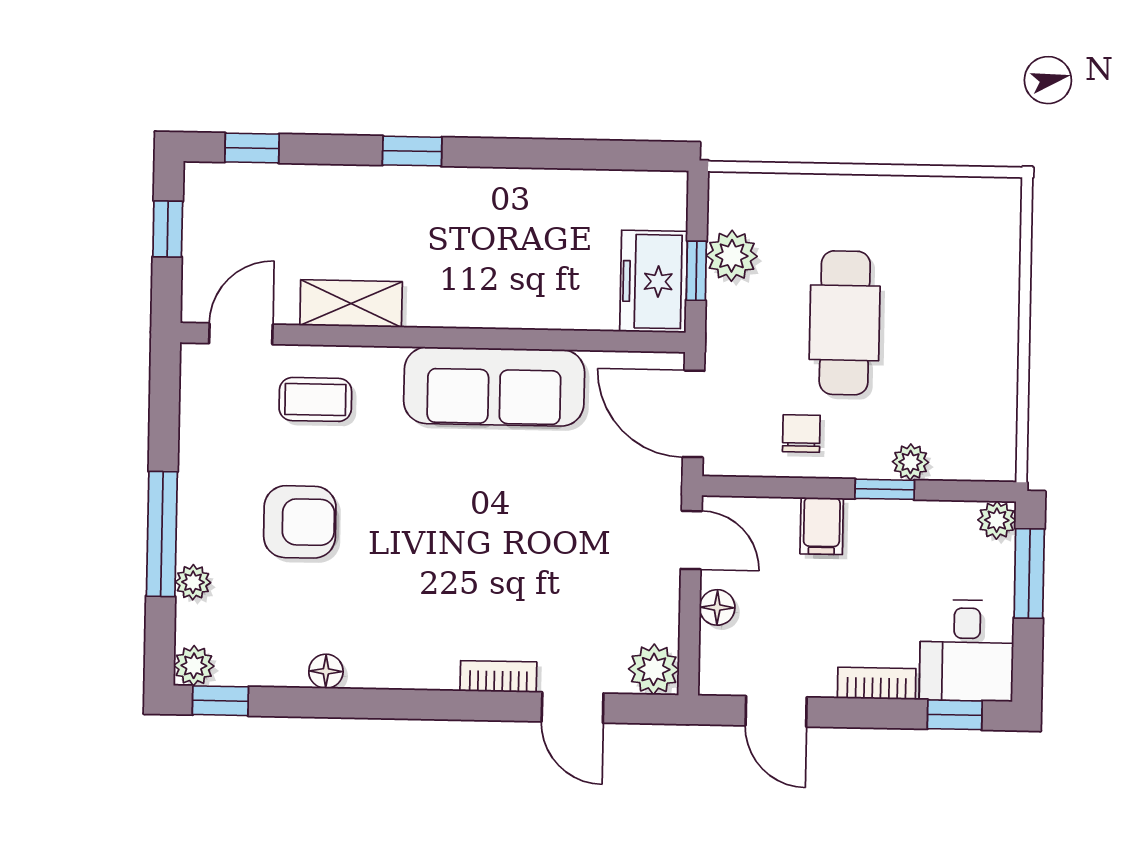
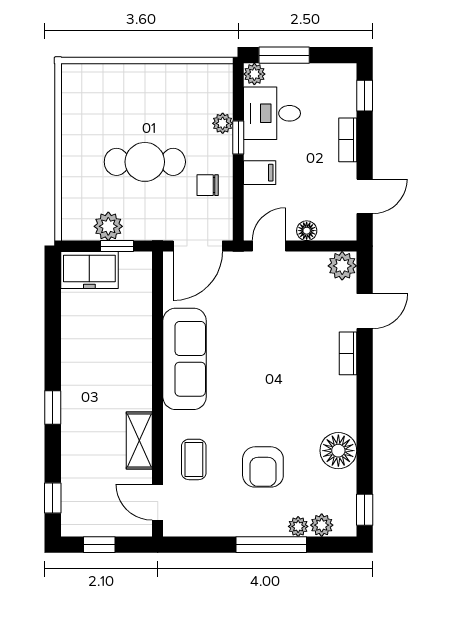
freezer: (654, 281) -> (89, 270), moved
armchair: (300, 522) -> (263, 467), turned 180
desk: (967, 650) -> (272, 113), moved, turned 180
plant: (194, 666) -> (322, 525), moved
floor lamp: (326, 671) -> (338, 451), width x1.89, depth x1.89

